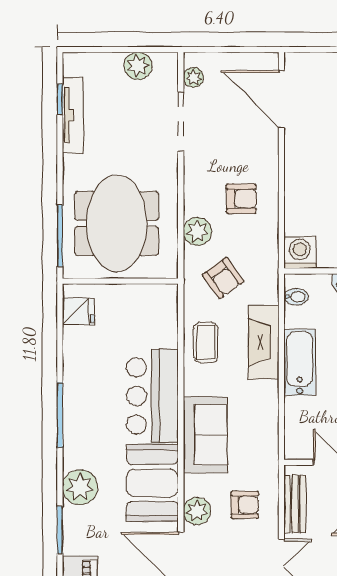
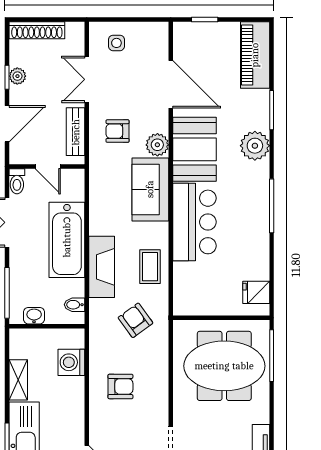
armchair: (241, 199) -> (120, 386), turned 180
meeting table: (117, 223) -> (224, 366), turned 90
plant: (197, 231) -> (157, 359), removed
washing machine: (300, 253) -> (71, 362), moved, turned 90
bathtub: (300, 362) -> (67, 240), width x1.36, depth x1.36
plant: (197, 511) -> (157, 145), moved

